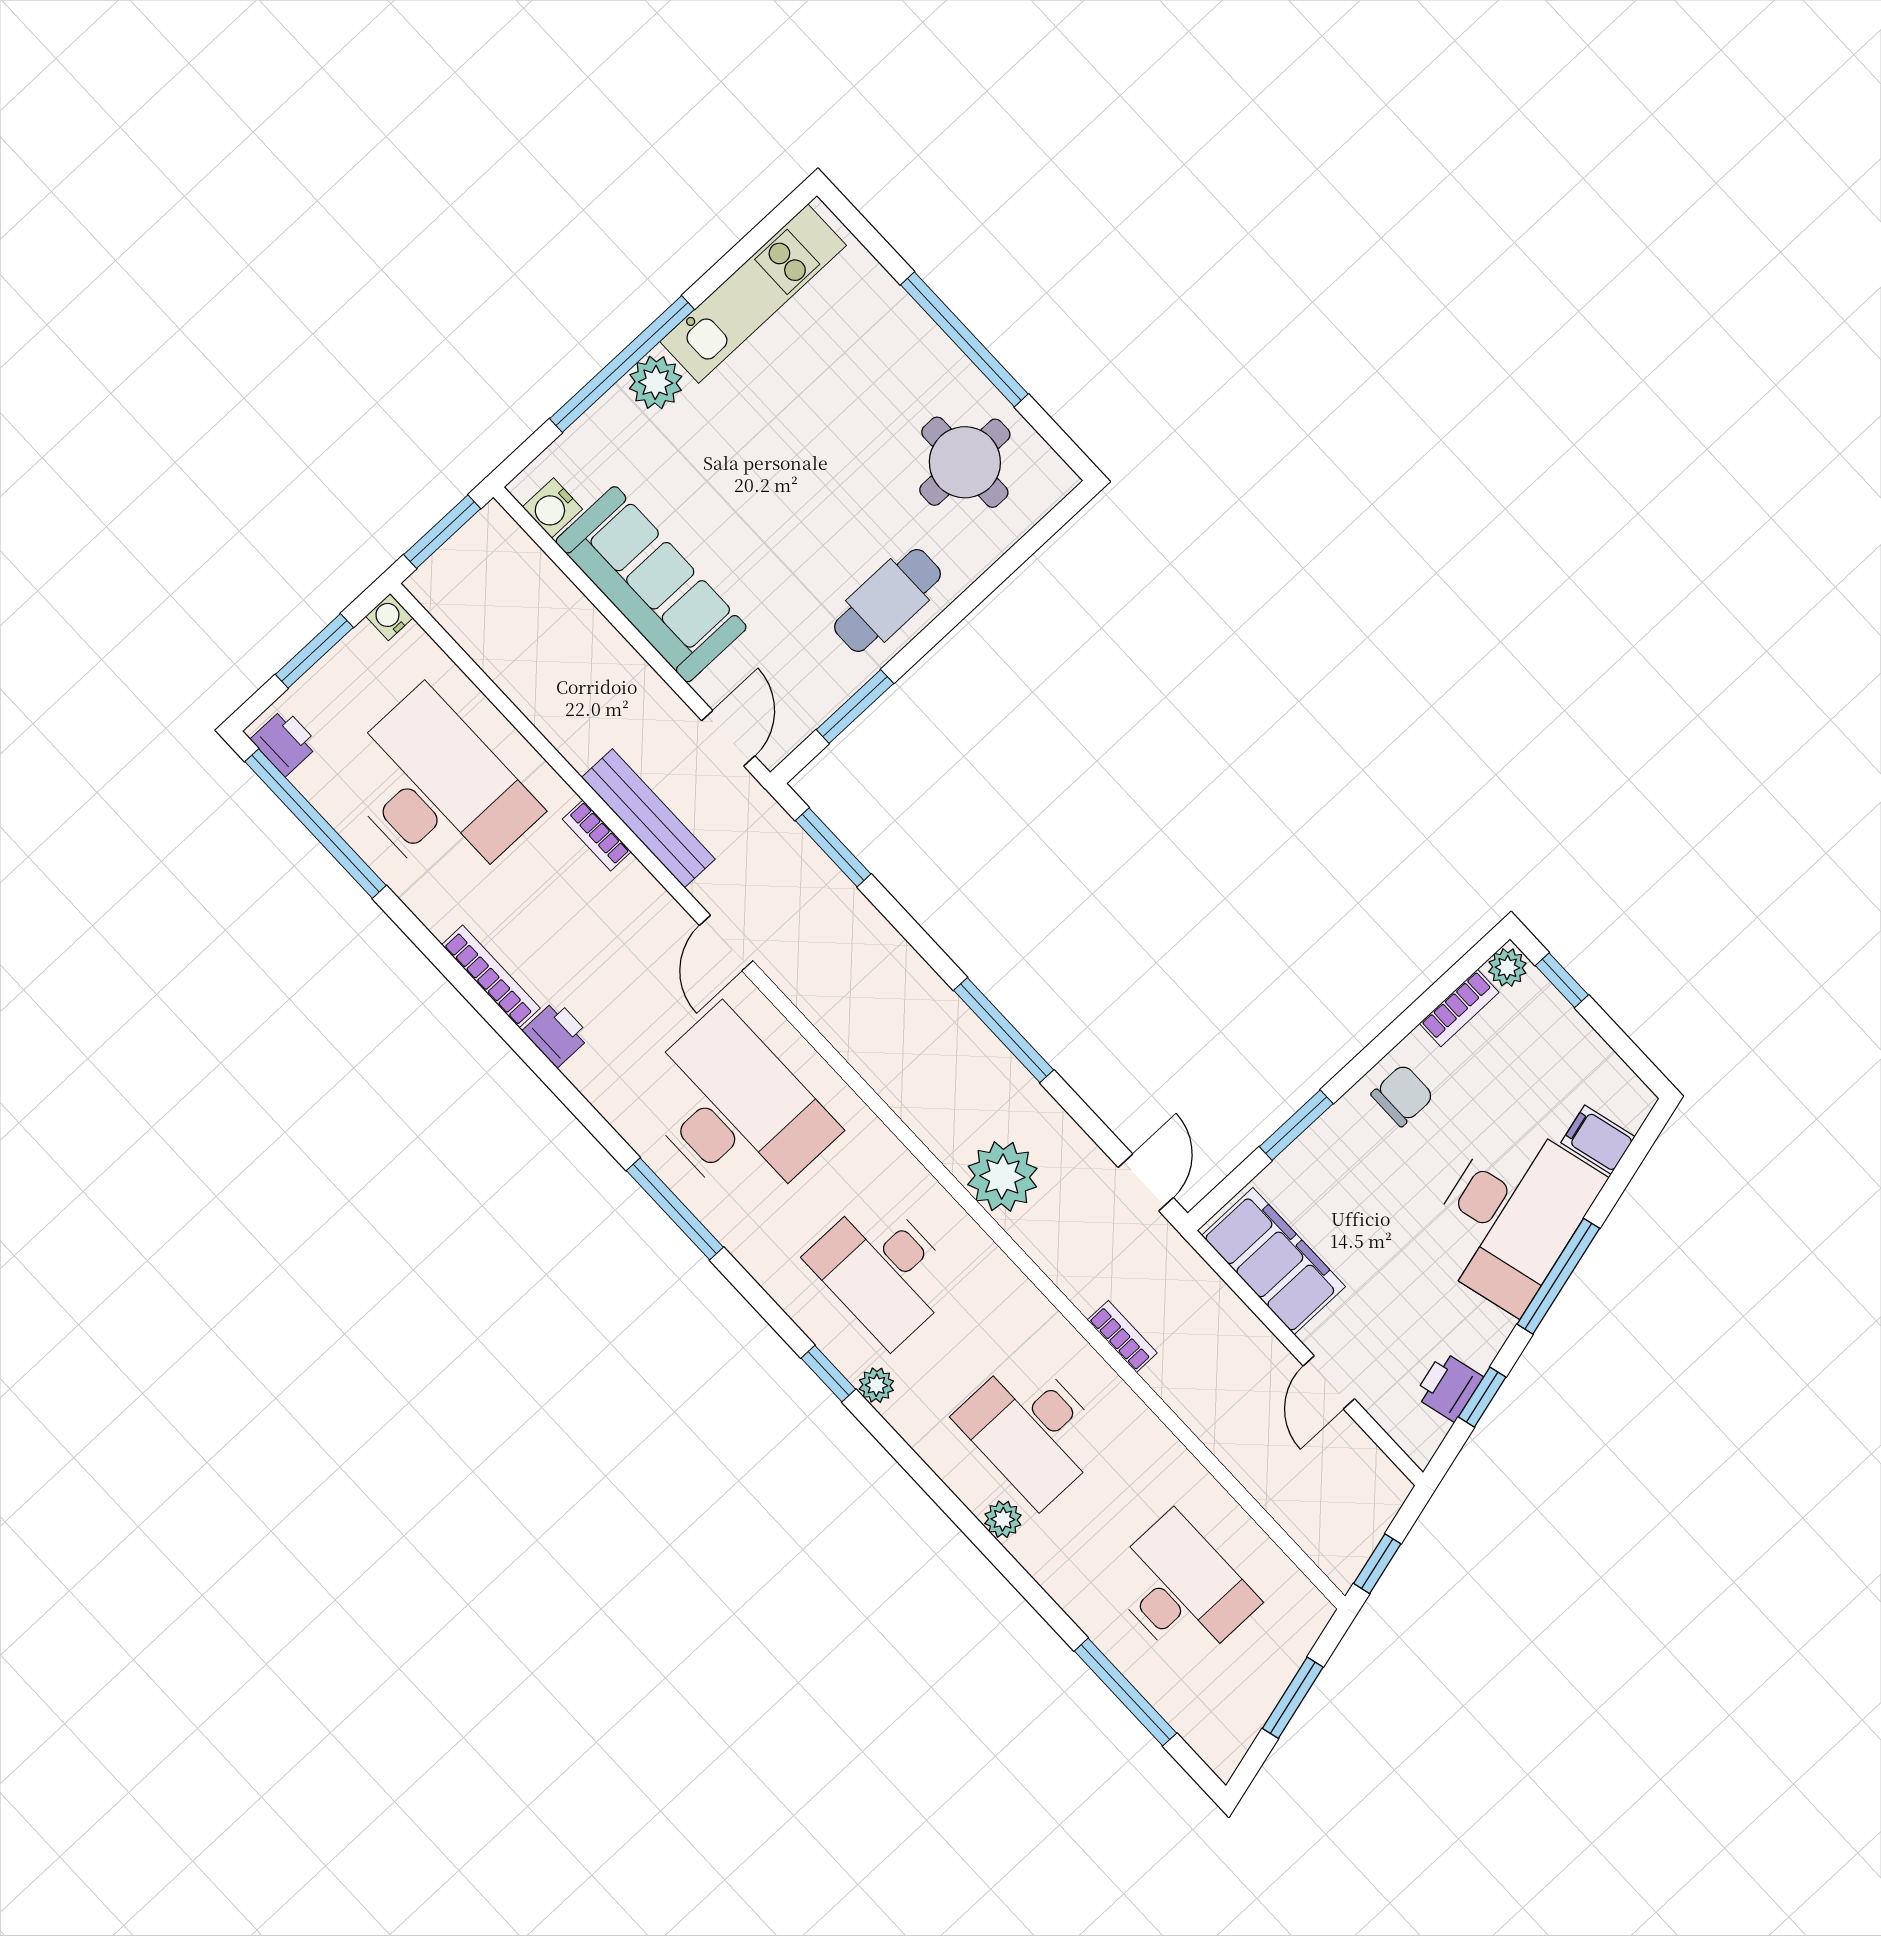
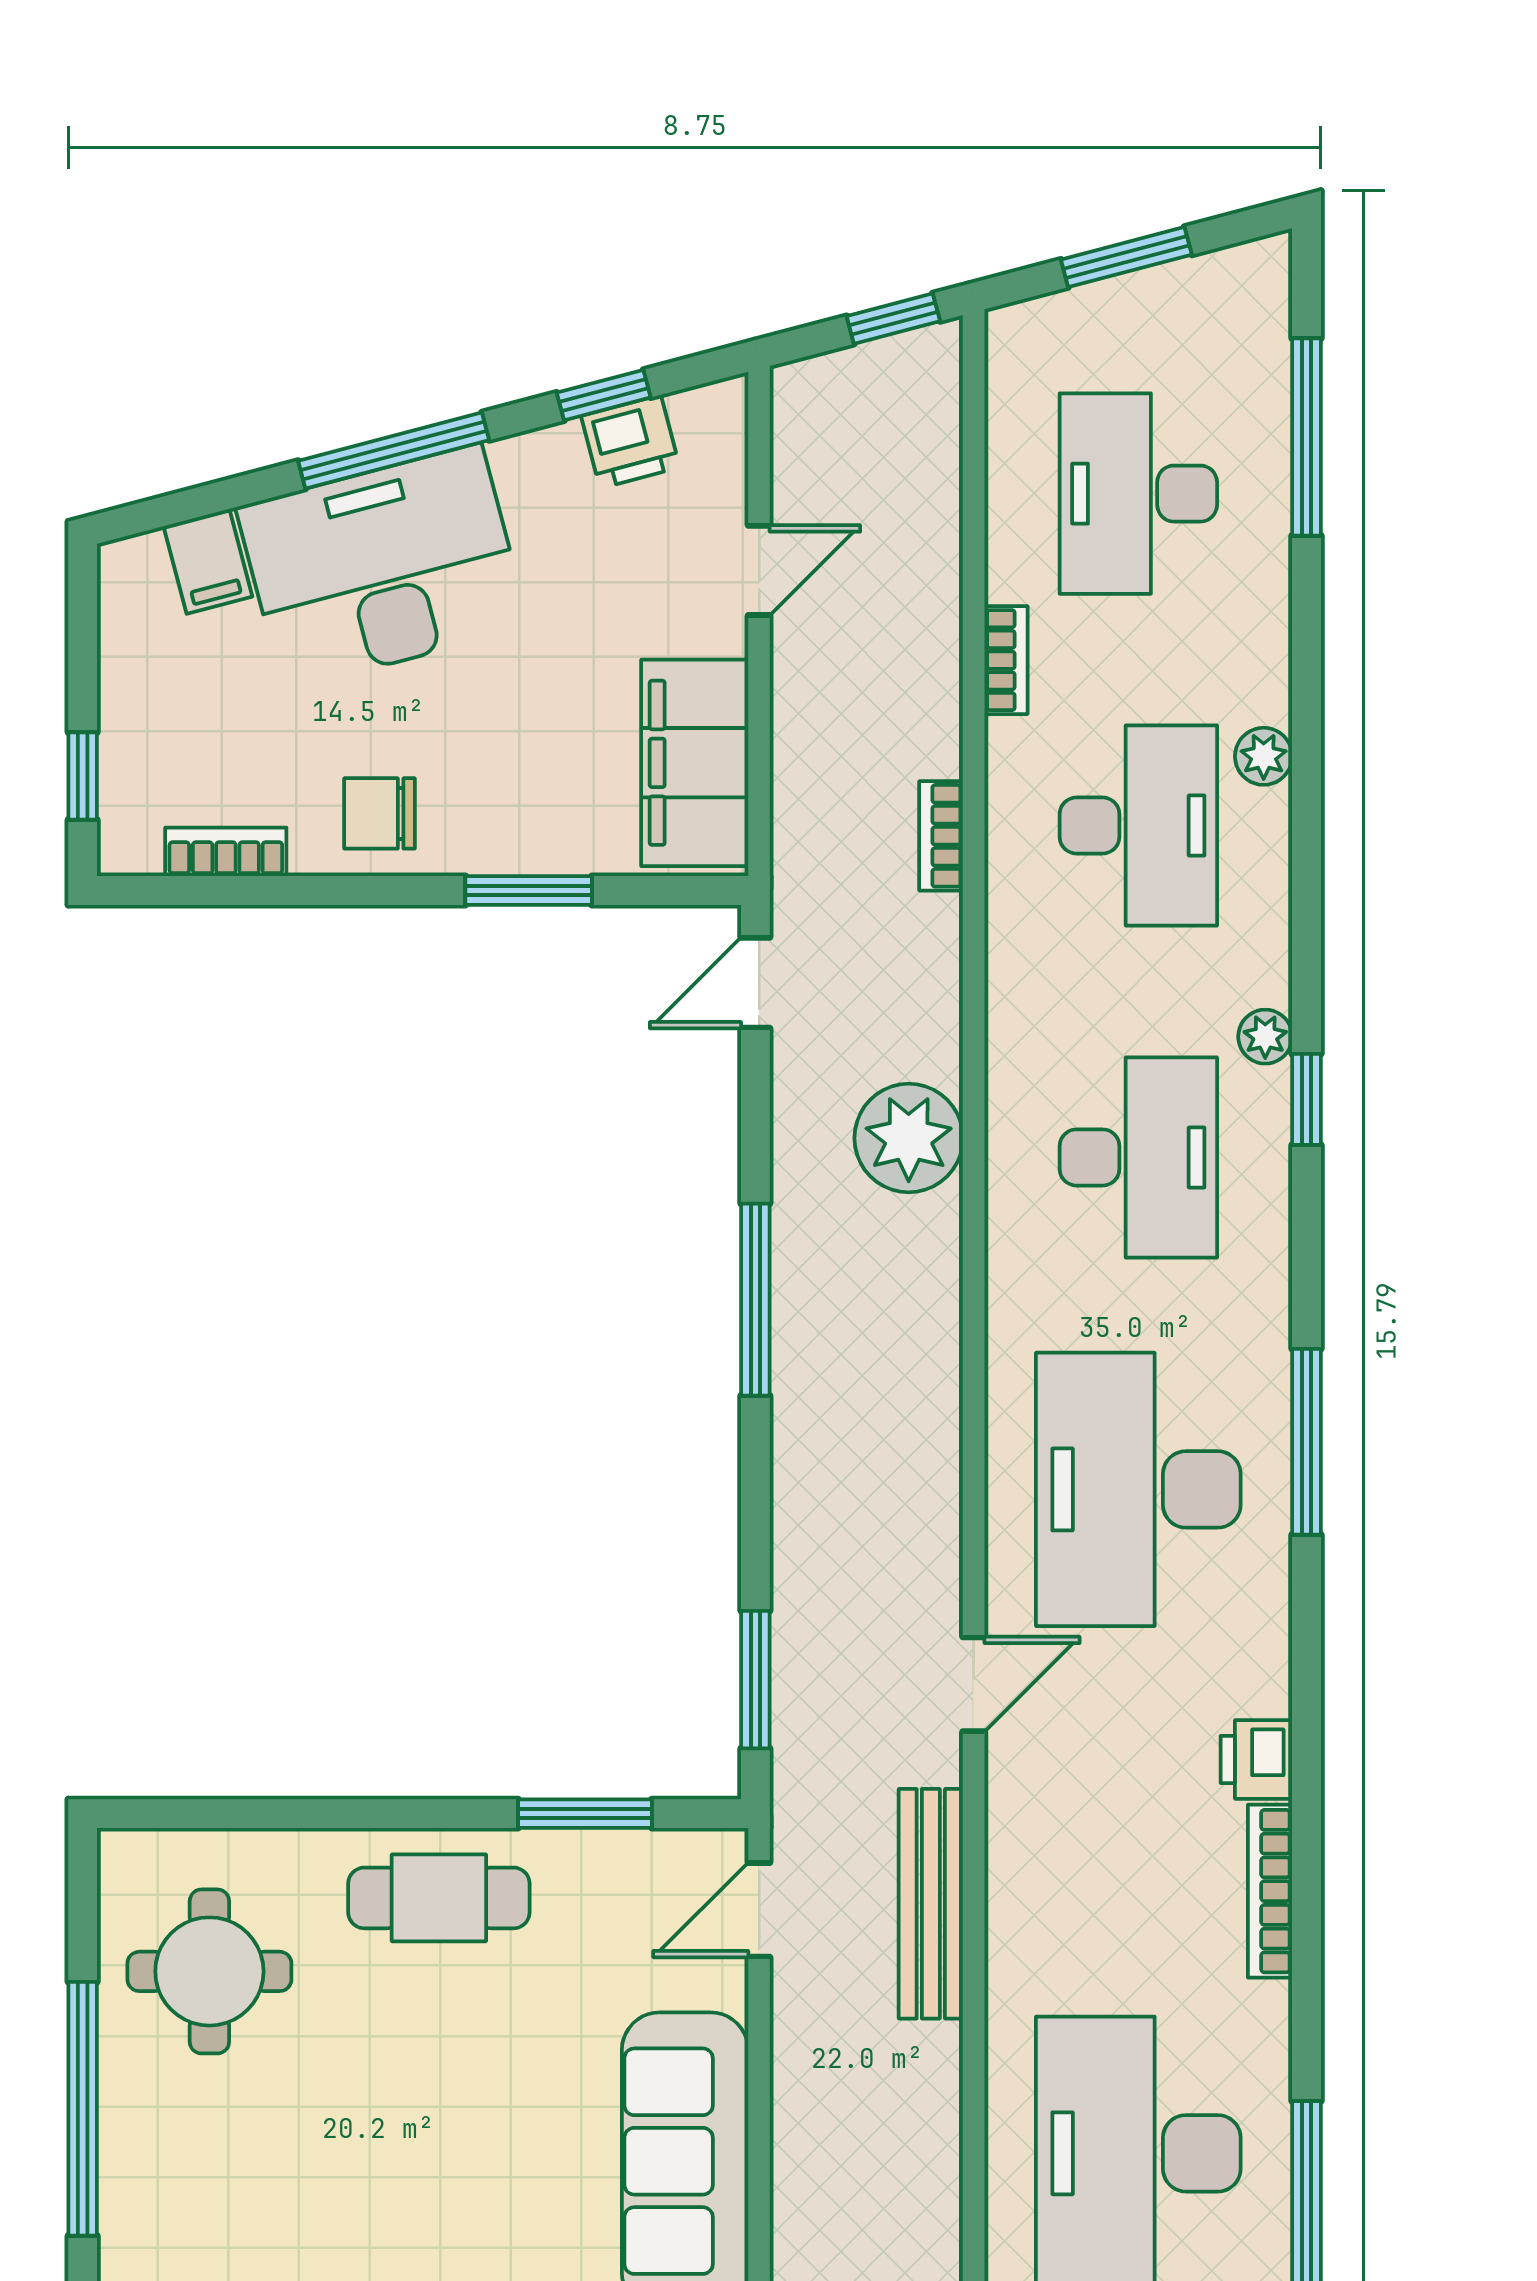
bookcase: (597, 835) -> (1006, 660), moved
plant: (1507, 967) -> (130, 847), removed

